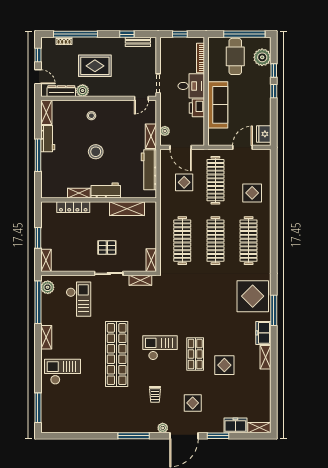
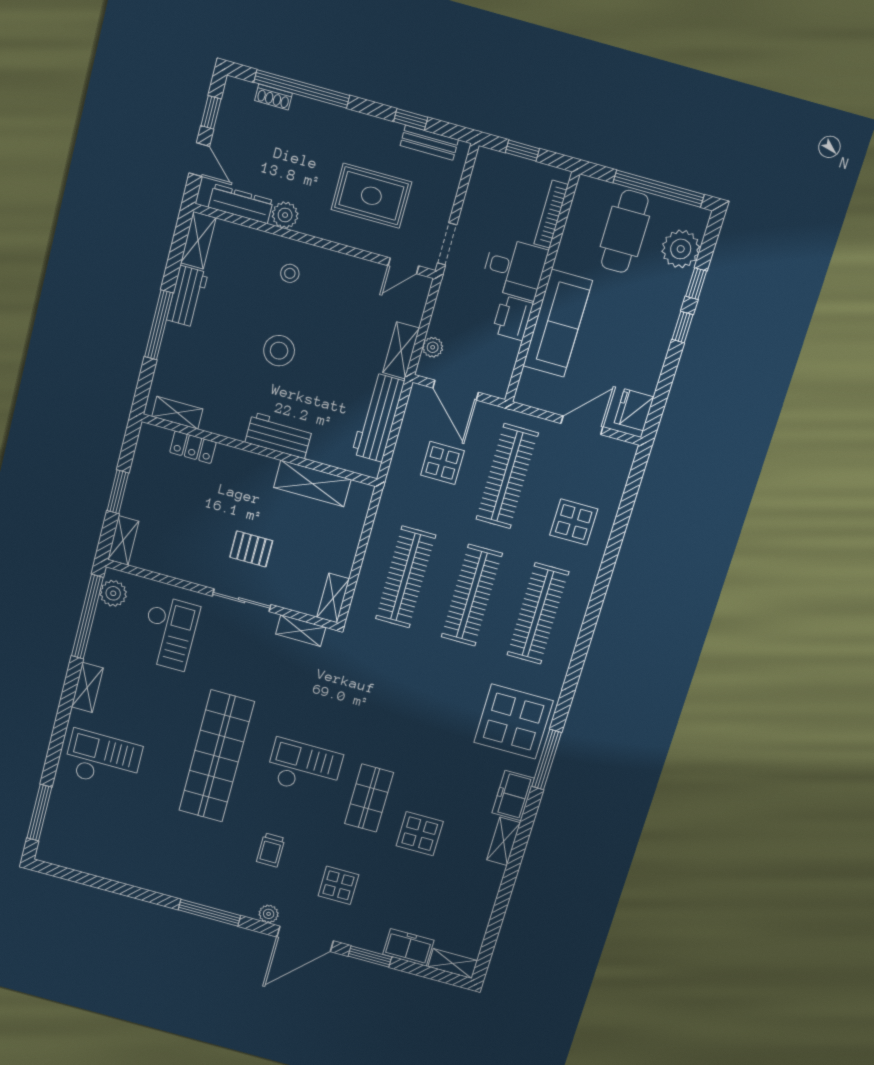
rug: (95, 66) -> (371, 196), moved
shelving: (79, 193) -> (177, 413), moved
locker: (73, 207) -> (193, 447), width x0.66

